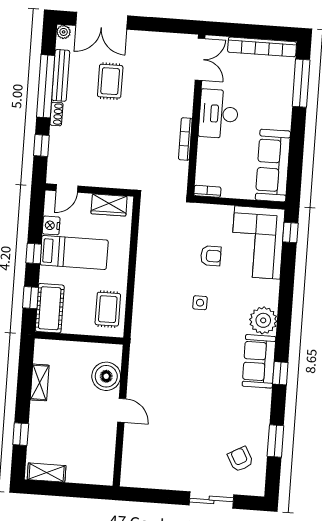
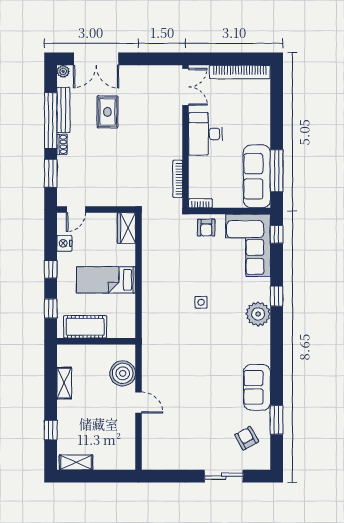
window: (301, 83) -> (277, 171), moved
bookcase: (185, 139) -> (178, 179), moved
window: (41, 145) -> (51, 173), width x1.50
wardrobe: (109, 205) -> (126, 228), moved, turned 90
bed: (74, 253) -> (106, 280), moved, turned 180
armchair: (211, 256) -> (206, 228), moved, turned 90
cot: (50, 308) -> (85, 327), moved, turned 90
rug: (108, 309) -> (120, 314), removed
sofa: (259, 361) -> (257, 387), moved
window: (280, 373) -> (277, 296), moved

